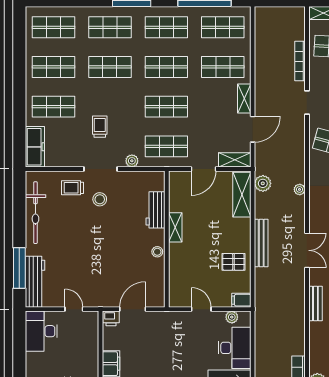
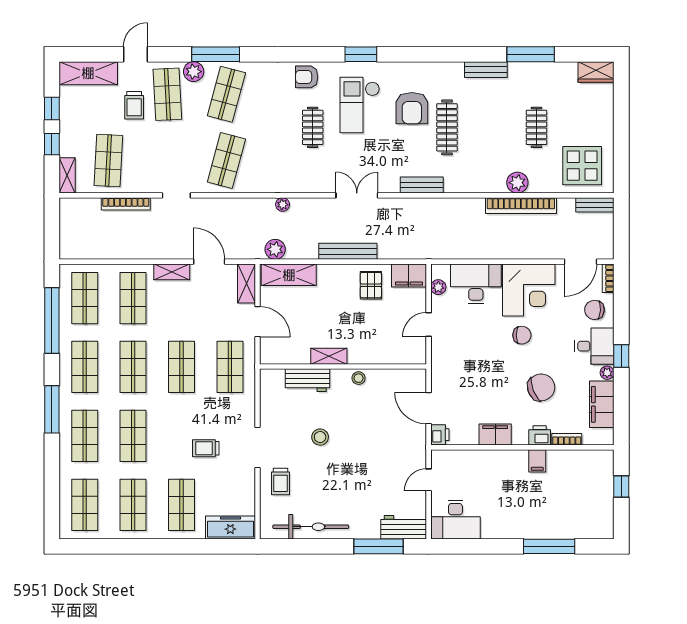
plant: (132, 161) -> (248, 409), removed
stool: (100, 199) -> (320, 437), moved
workbench: (35, 282) -> (404, 527), width x0.73
filing cabinet: (241, 300) -> (409, 275), width x2.00

